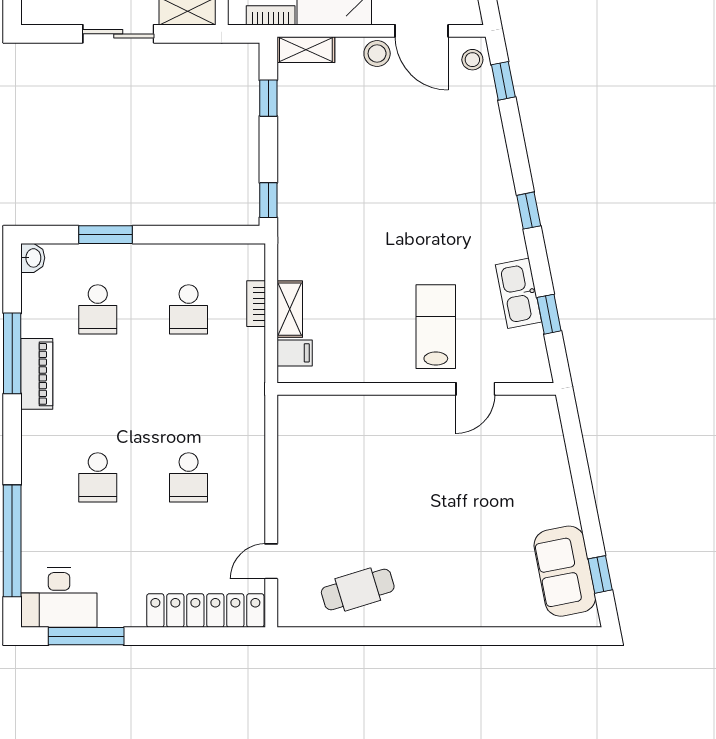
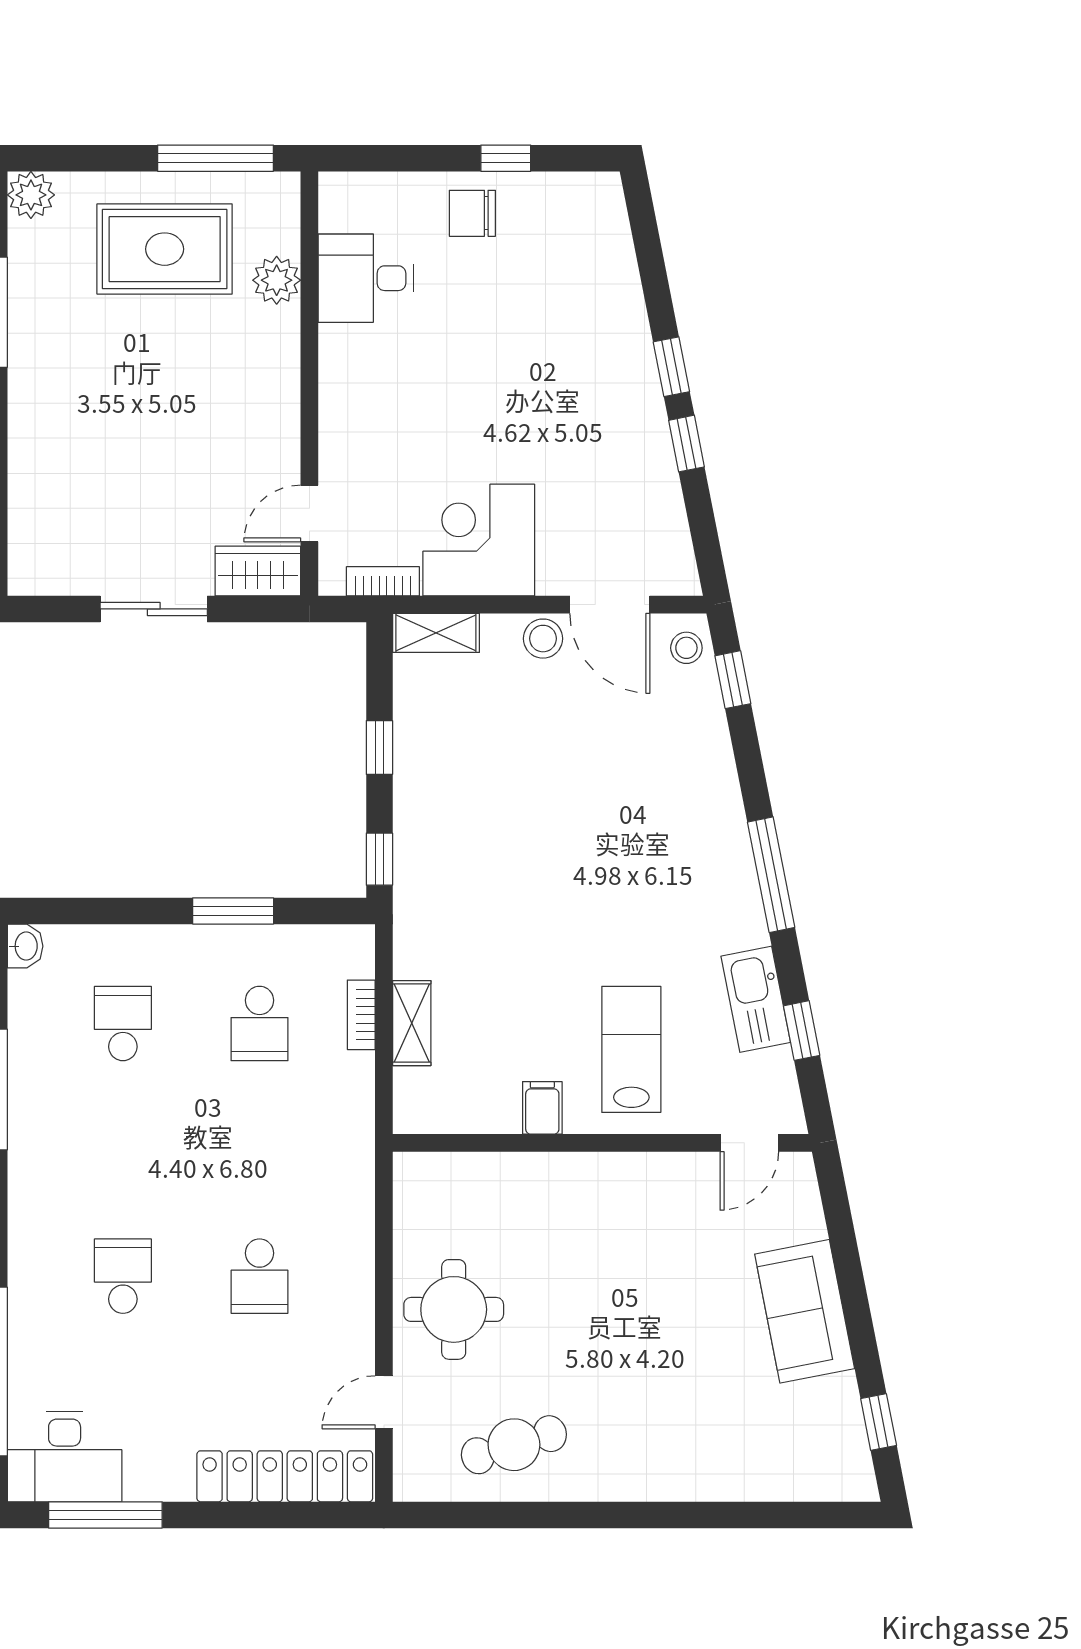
window: (268, 98) -> (379, 747), moved
window: (529, 211) -> (771, 875), width x2.17
window: (106, 235) -> (233, 911), moved
school desk: (98, 309) -> (123, 1023), turned 180
filing cabinet: (295, 353) -> (542, 1108), moved, turned -90
piano: (37, 374) -> (31, 1120), removed
door: (475, 389) -> (749, 1143), moved
school desk: (98, 477) -> (123, 1276), turned 180
round table: (318, 500) -> (454, 1309), added
sofa: (565, 571) -> (805, 1311), moved

